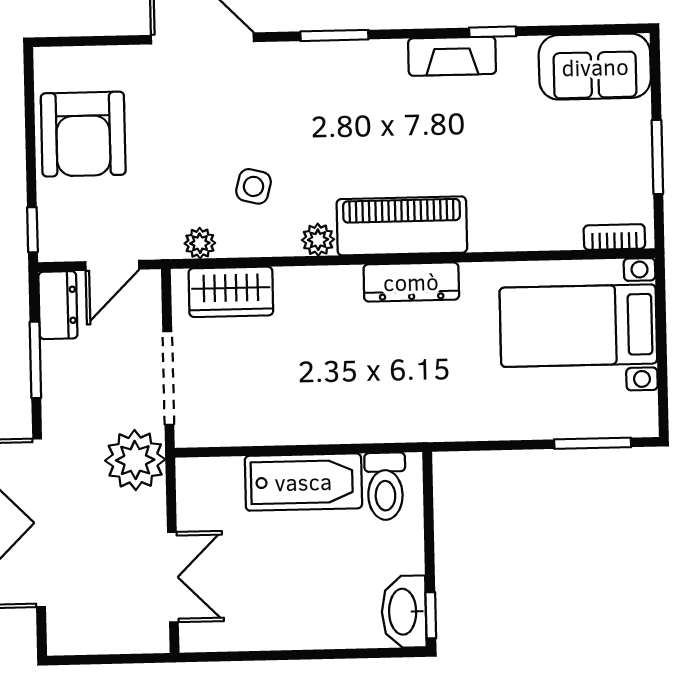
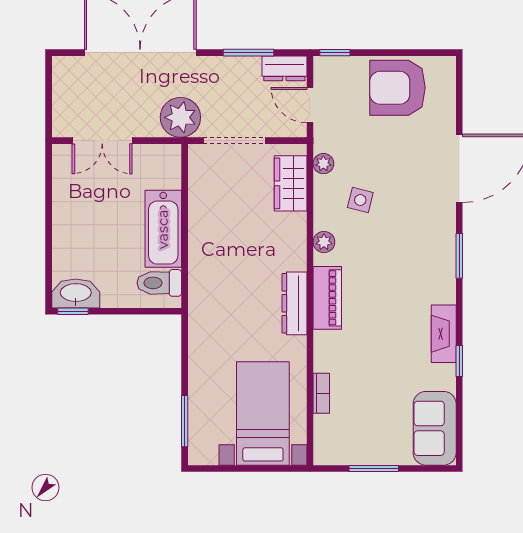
piano: (402, 226) -> (327, 298), width x0.73, depth x0.75
bookcase: (614, 237) -> (321, 393), moved

